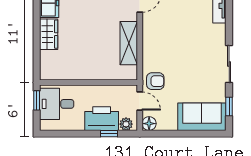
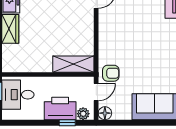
shelving: (129, 43) -> (73, 64), moved, turned 90
door: (140, 101) -> (96, 92), hinge flipped

